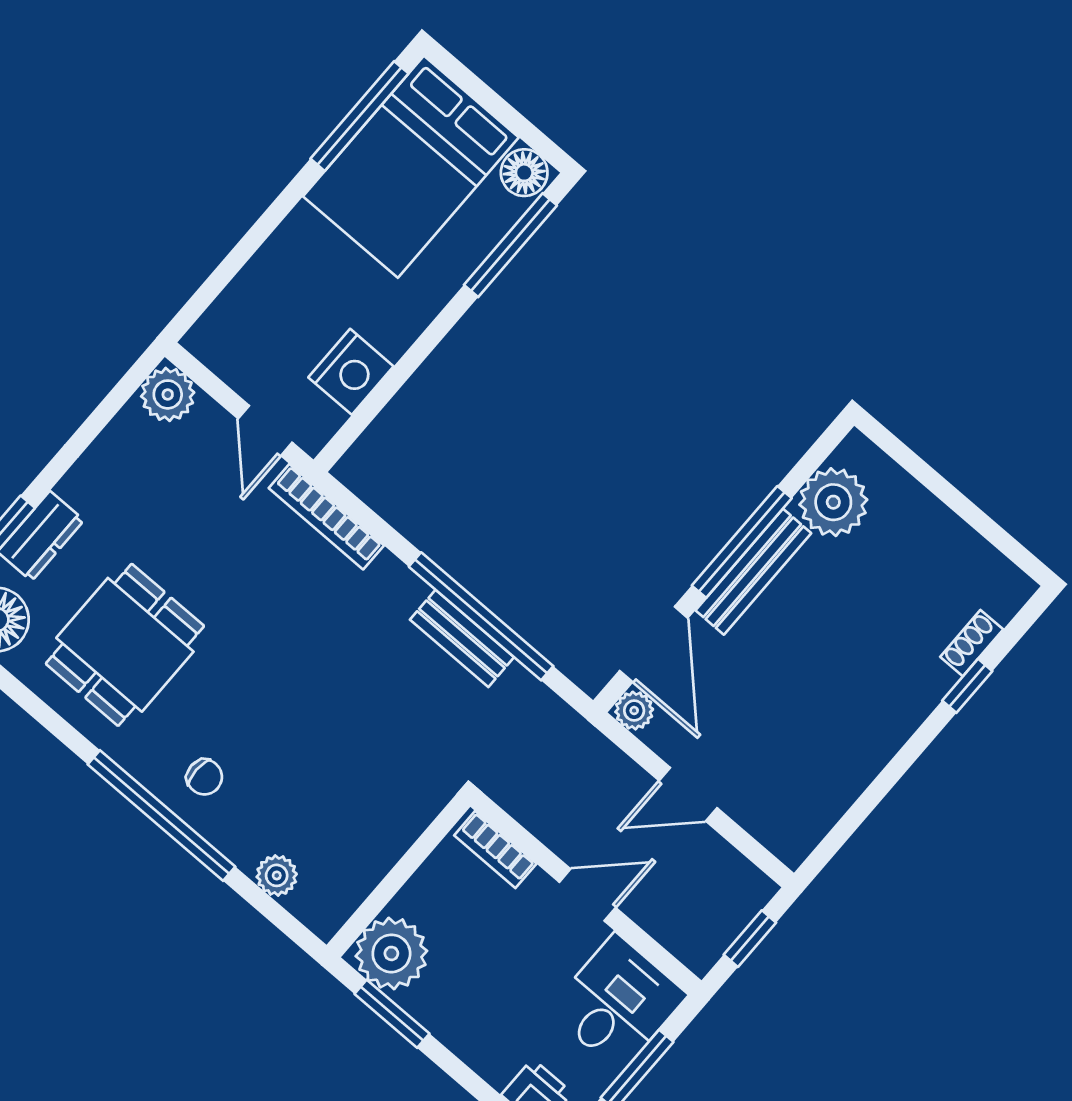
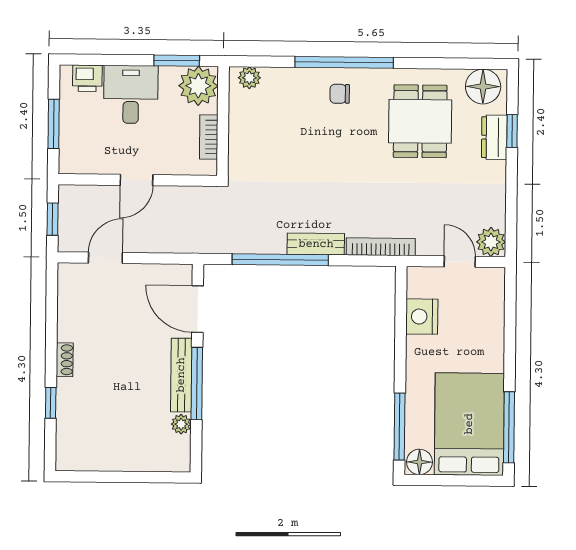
door: (265, 431) -> (460, 262), moved
plant: (833, 502) -> (181, 424), width x0.53, depth x0.53
bench: (462, 638) -> (316, 244), moved
shoe rack: (972, 643) -> (65, 360), moved
plant: (634, 711) -> (182, 274), removed
door: (688, 794) -> (105, 258), moved
bookcase: (495, 850) -> (209, 137), moved, turned -90
plant: (277, 875) -> (249, 78), moved
desk: (618, 1003) -> (131, 94), moved, turned 180

